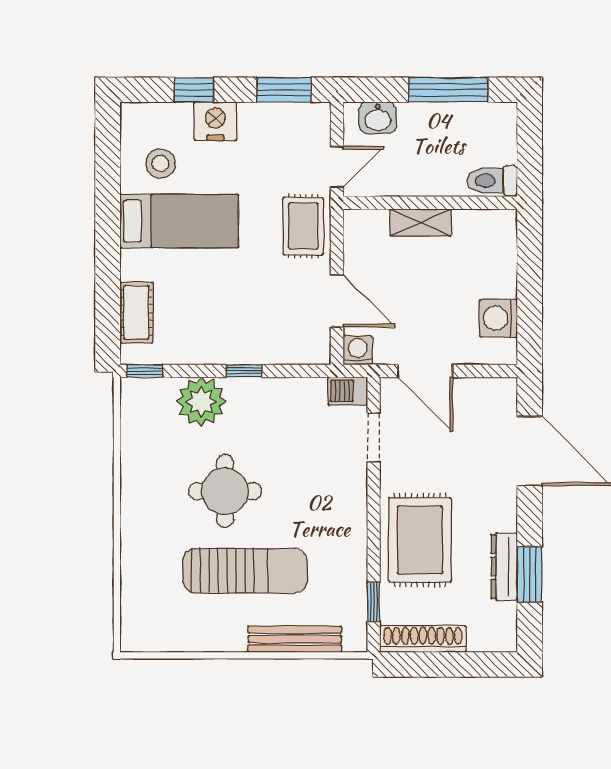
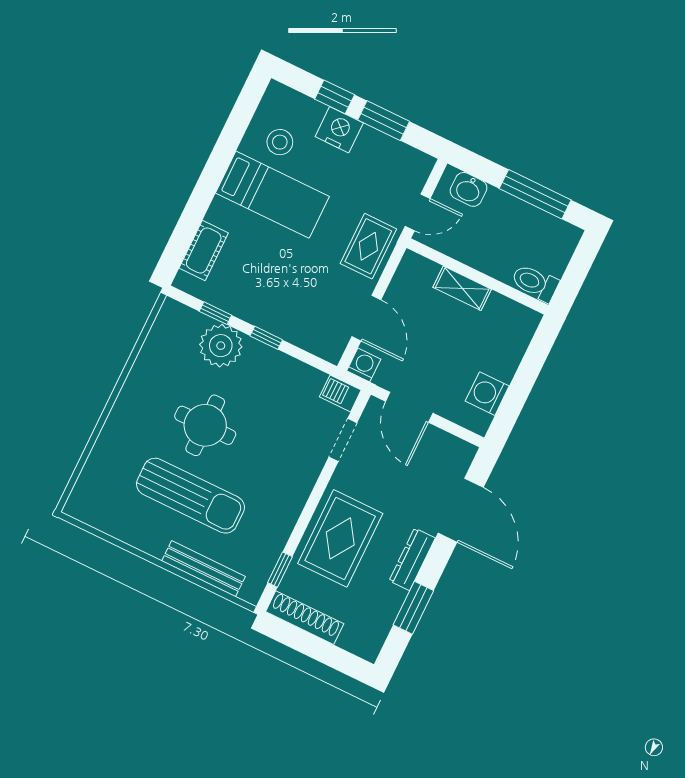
window: (284, 90) -> (384, 121), moved
window: (145, 371) -> (215, 313), moved
dresser: (504, 566) -> (412, 559), moved

